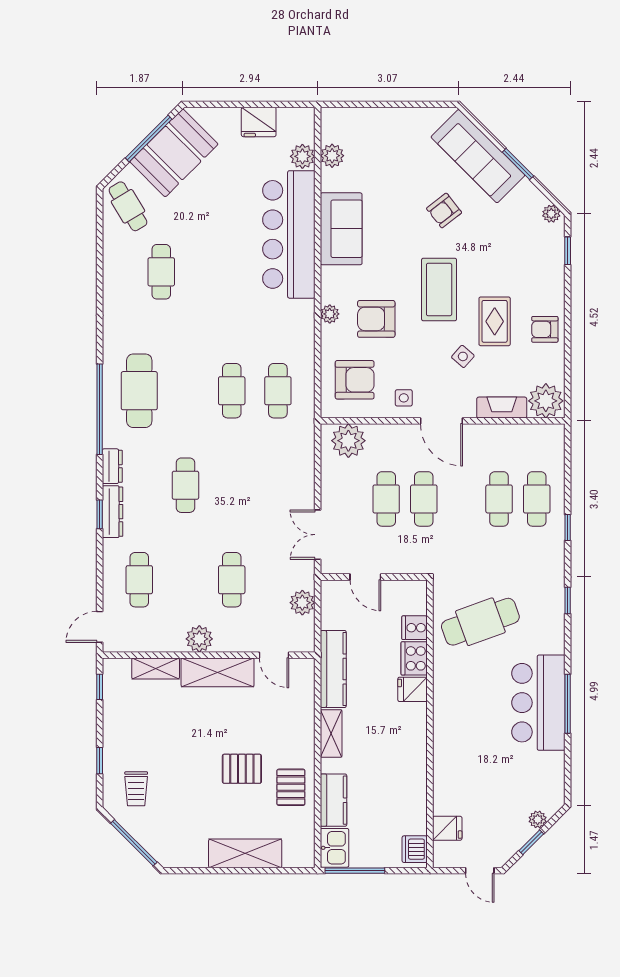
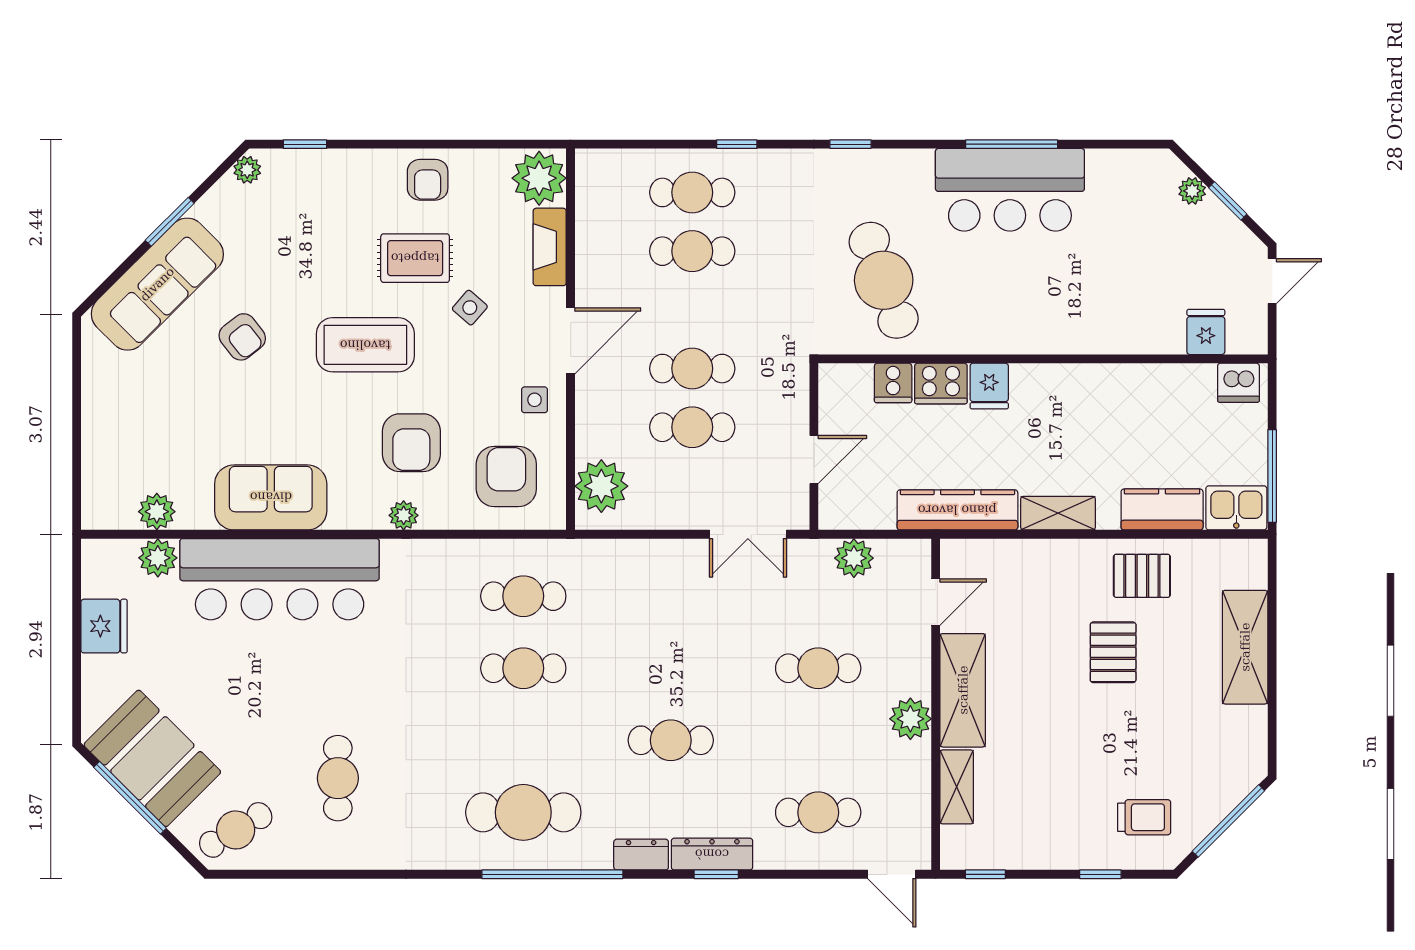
cafe table: (161, 272) -> (338, 778), turned 90

